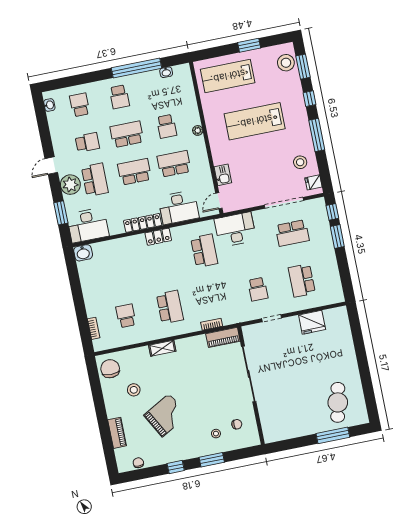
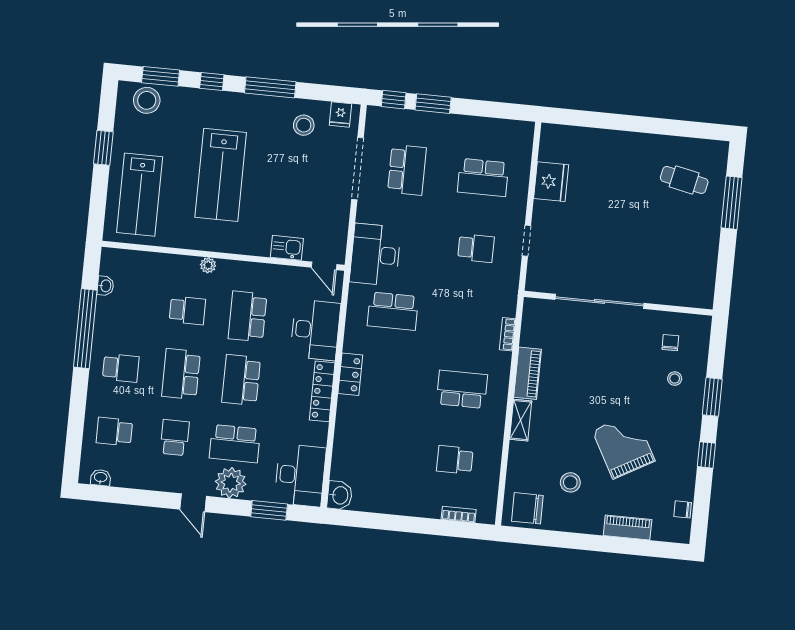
school desk: (95, 180) -> (235, 444), turned 180
school desk: (204, 251) -> (393, 311), turned 180
piano: (223, 337) -> (528, 373), moved
cafe table: (338, 402) -> (684, 180), width x0.73, depth x0.74

